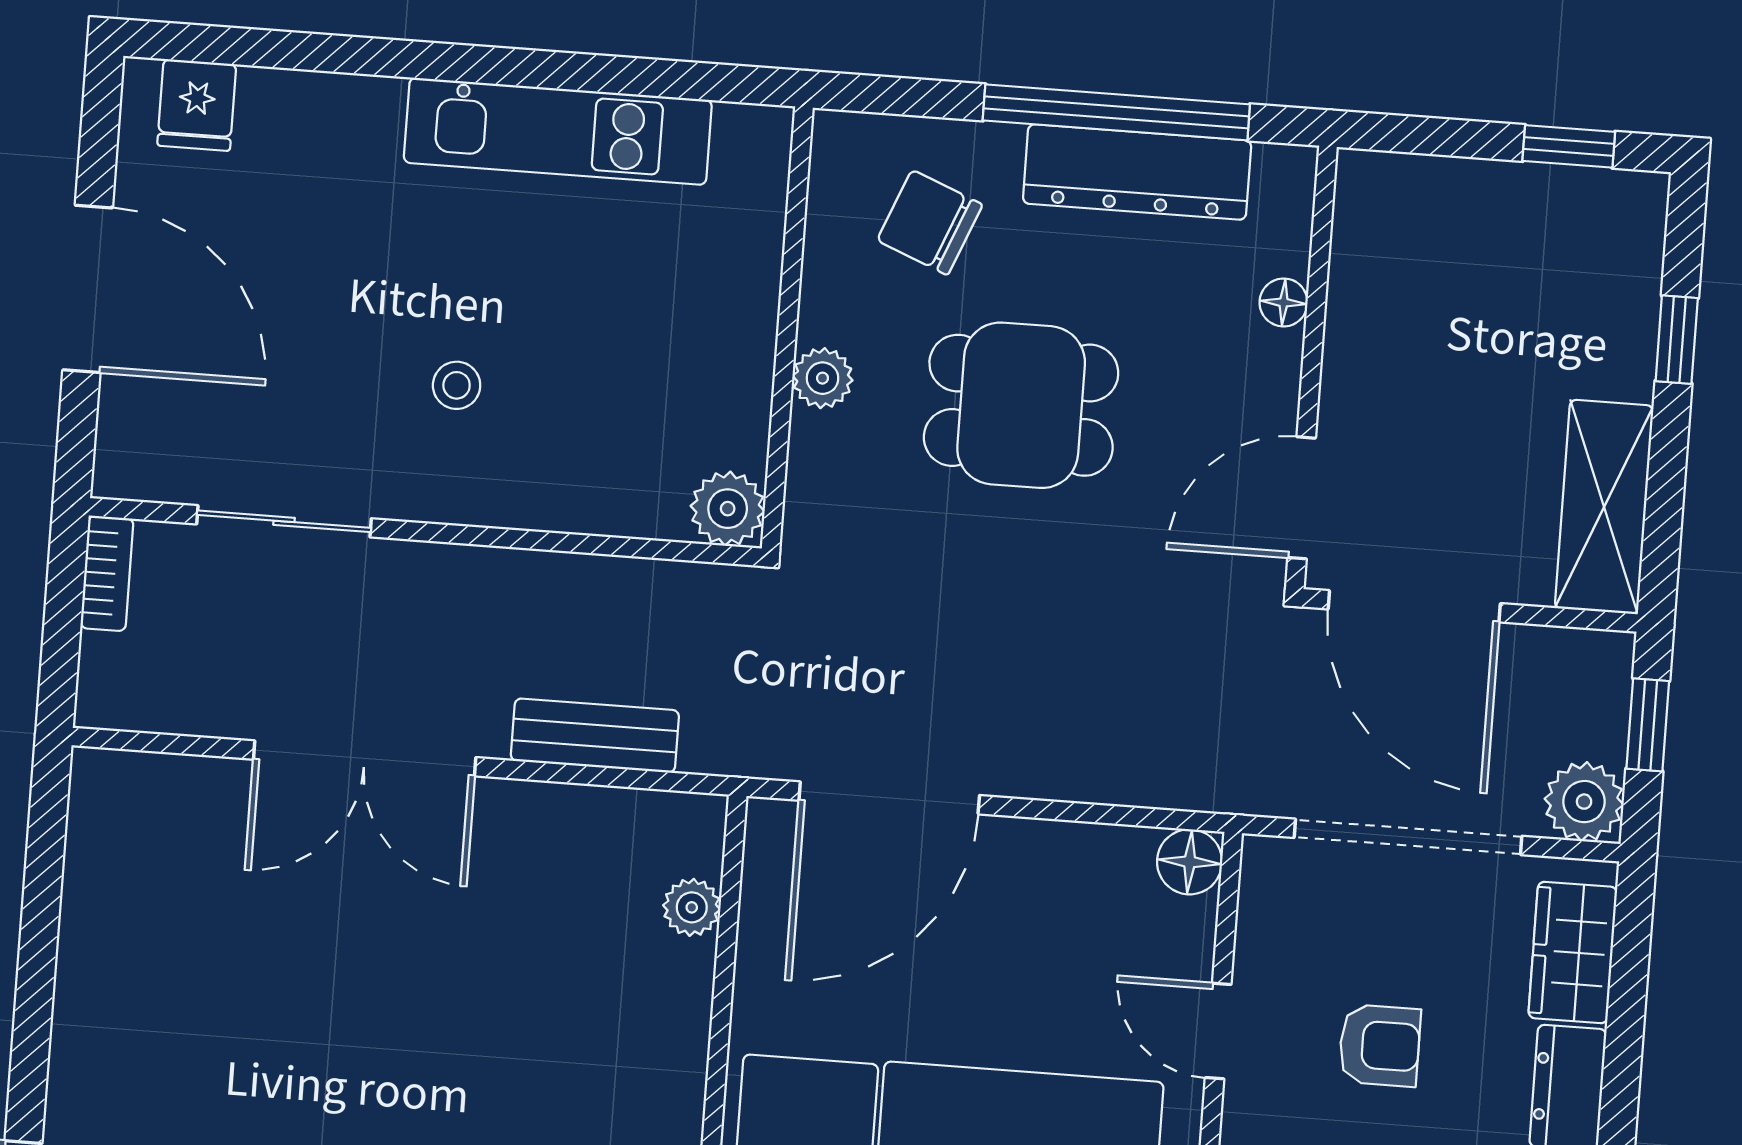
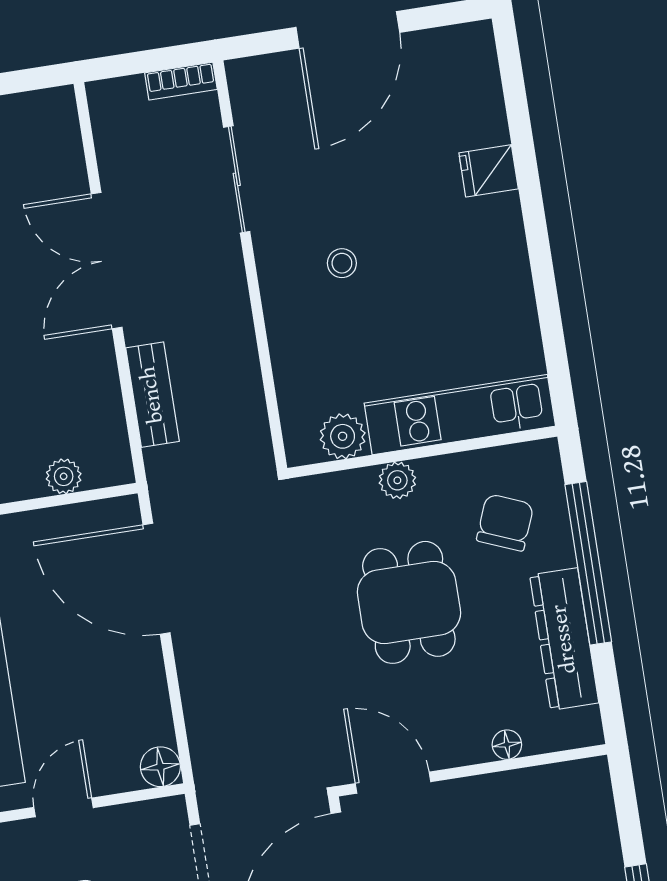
fridge: (197, 105) -> (489, 171), moved
window: (1116, 112) -> (588, 563), moved
kitchen unit: (558, 131) -> (460, 415), moved, turned 90
plant: (728, 509) -> (343, 436), moved

